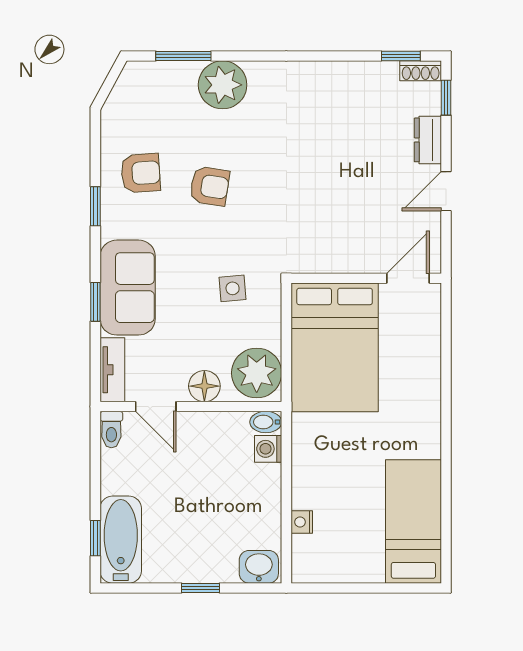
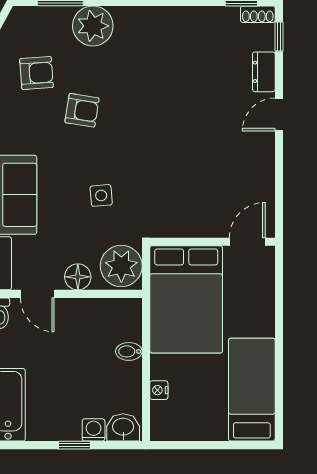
armchair: (141, 173) -> (37, 73), moved
wall: (366, 278) -> (212, 242), moved
door: (408, 278) -> (247, 242), moved
bed: (335, 347) -> (186, 299), moved
bidet: (266, 422) -> (129, 351), moved
washing machine: (268, 449) -> (94, 430), moved, turned 90

